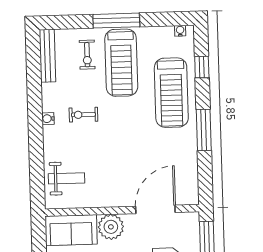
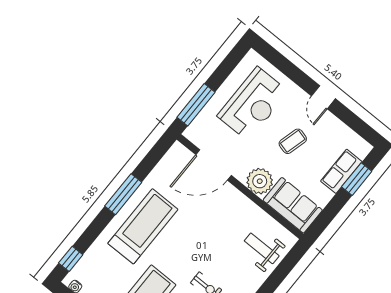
window: (202, 67) -> (71, 259), moved
treadmill: (171, 93) -> (143, 226), moved

